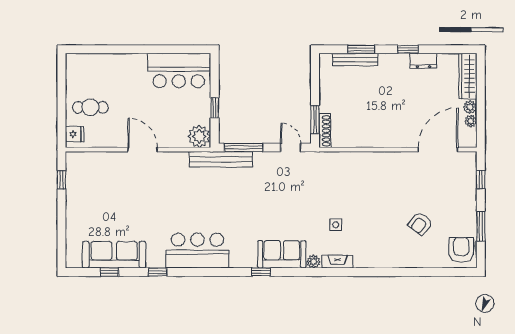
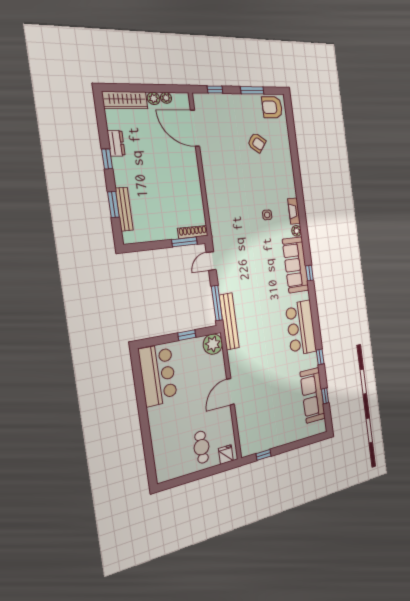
sofa: (282, 254) -> (296, 265), width x1.36

